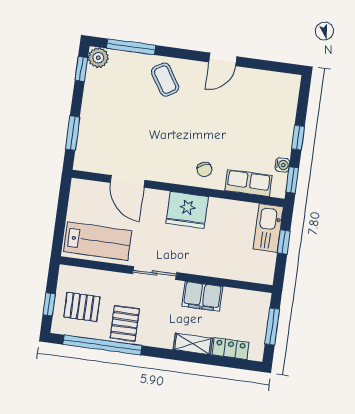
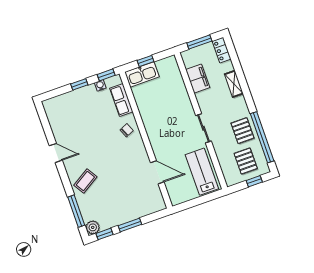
window: (73, 133) -> (130, 225), moved
door: (128, 181) -> (157, 172), hinge flipped
fridge: (187, 210) -> (156, 128), removed
filing cabinet: (202, 296) -> (198, 79), moved
pallet: (125, 323) -> (242, 131), turned 90
locker: (230, 349) -> (222, 50), moved

